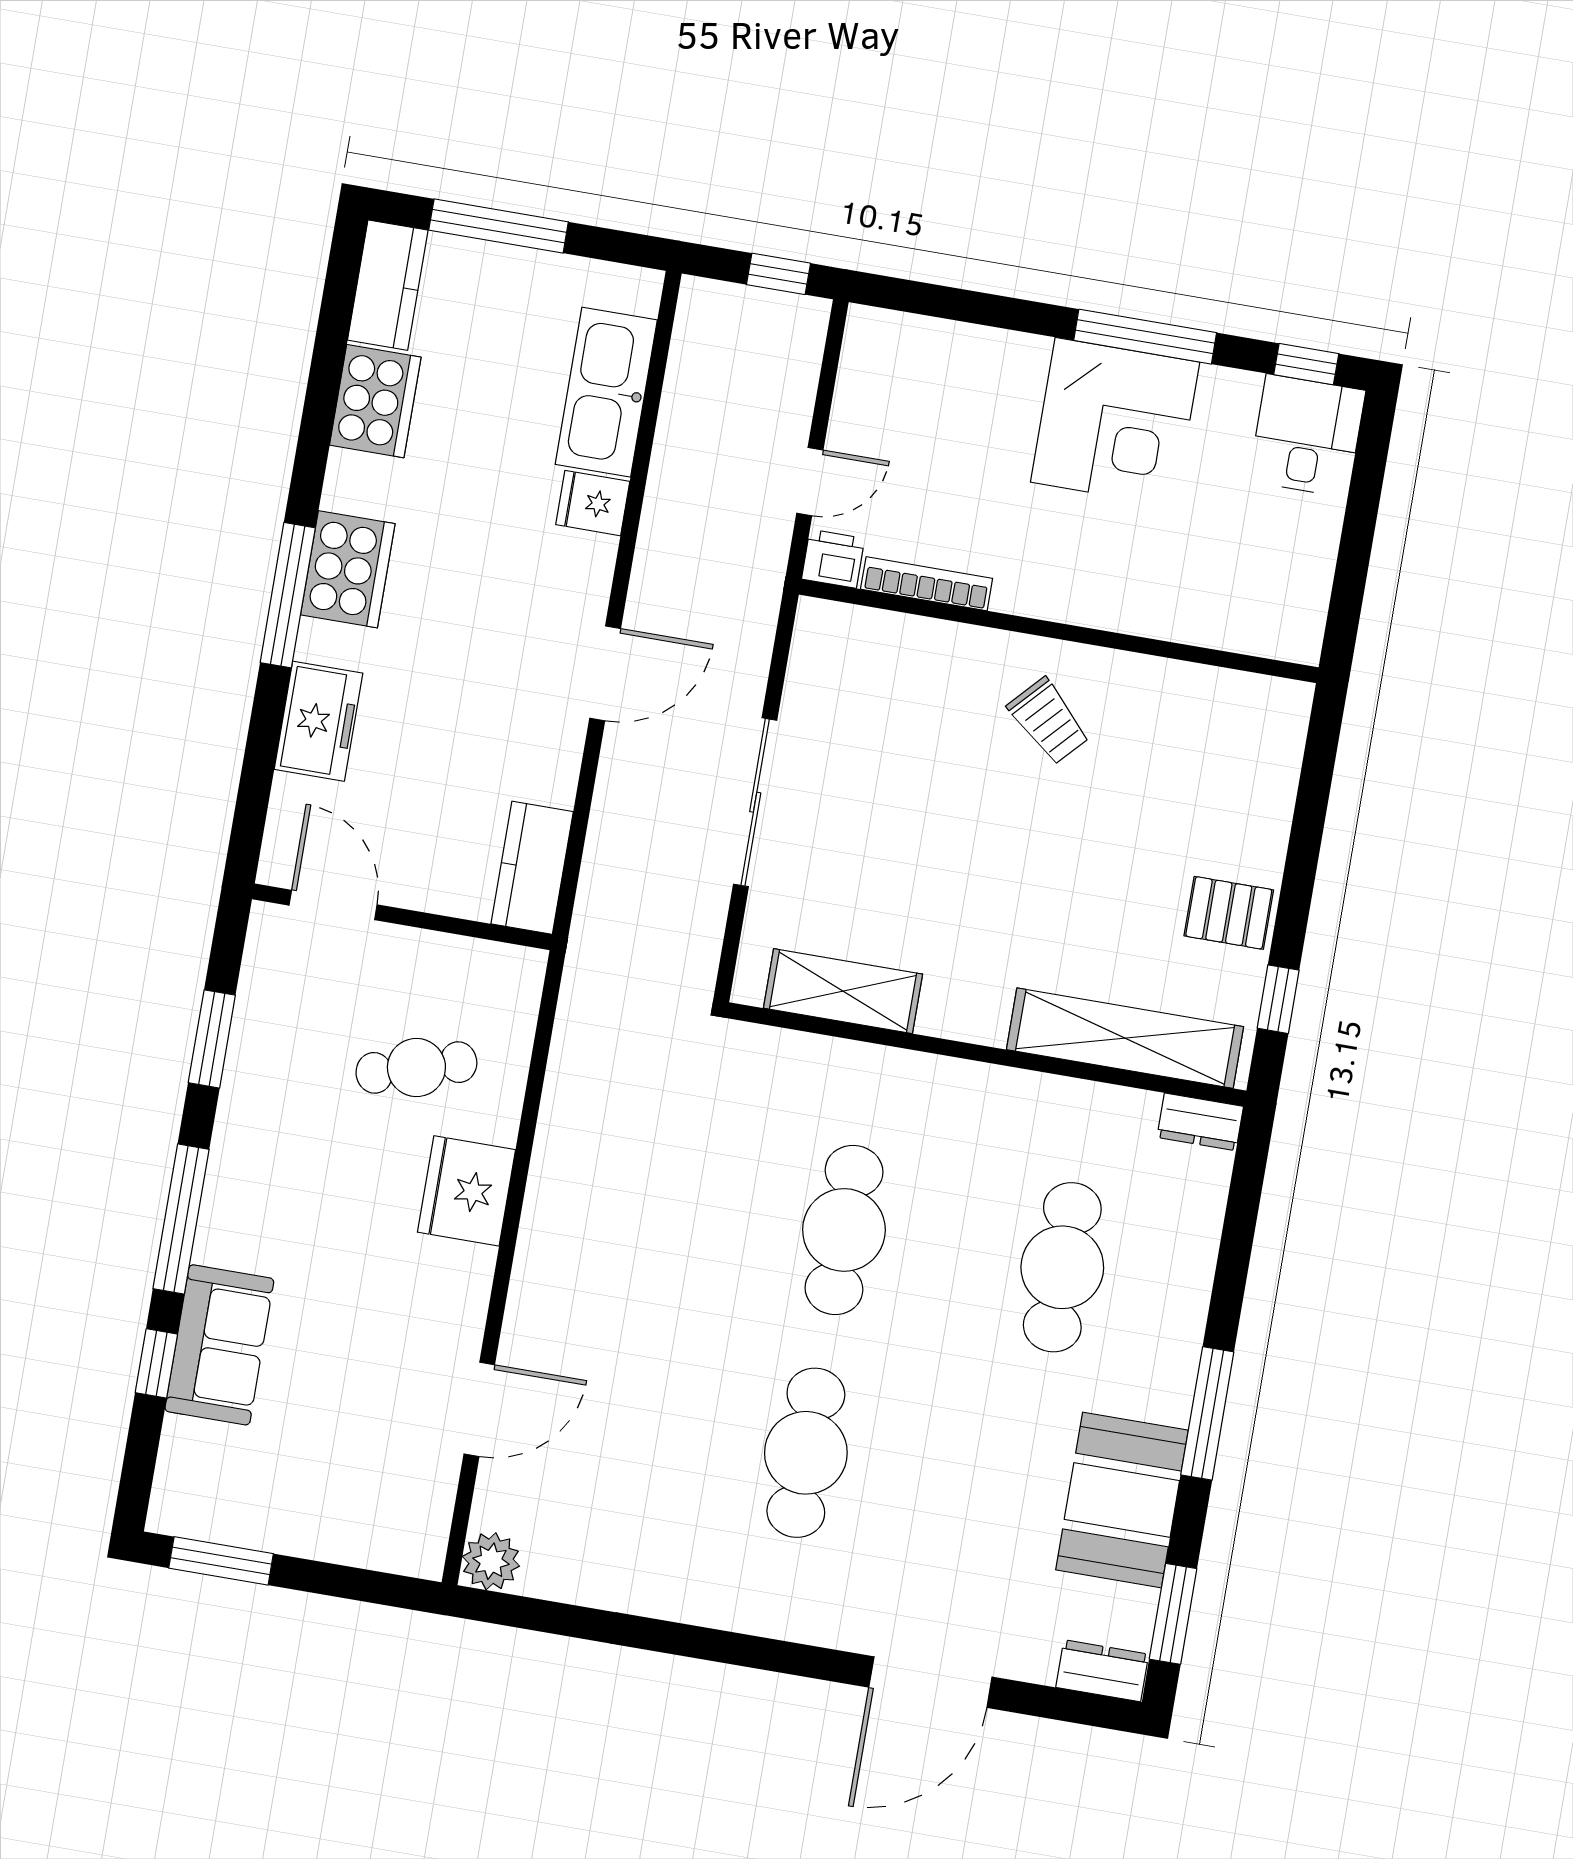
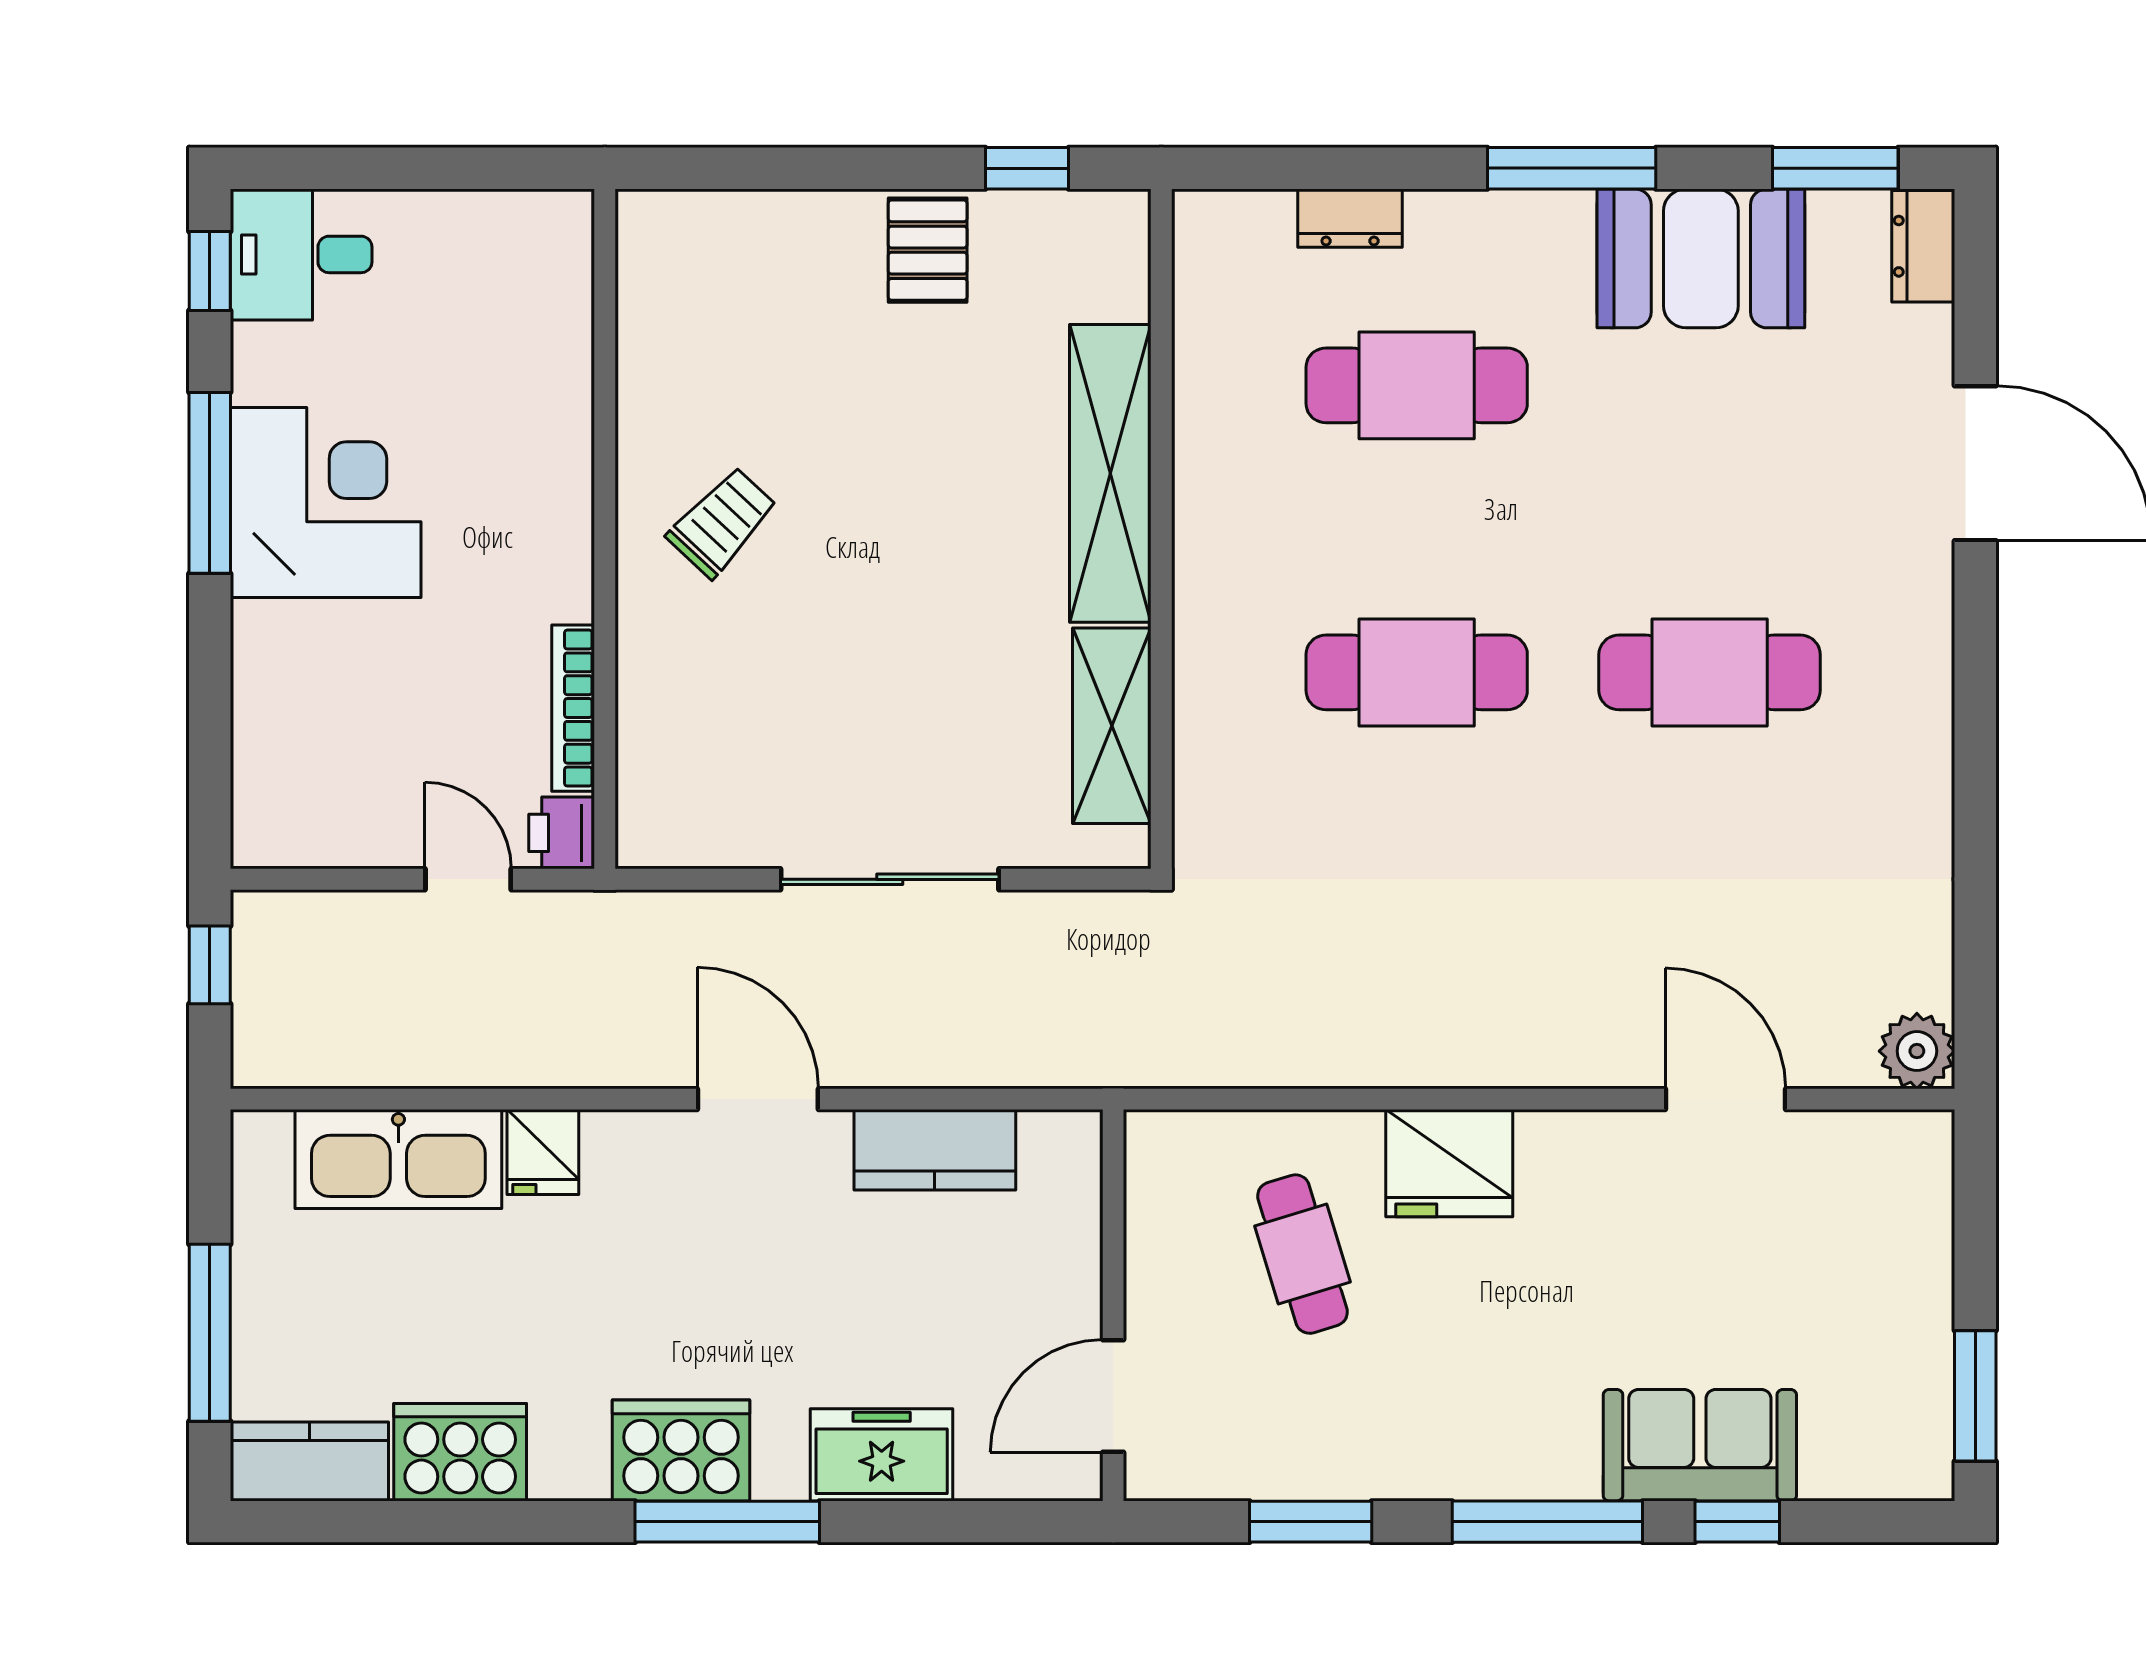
kitchen counter: (532, 868) -> (935, 1150), moved
shelving: (1125, 1038) -> (1110, 473), moved
dresser: (1200, 1122) -> (1350, 218), moved, turned 90

